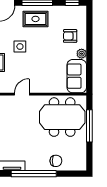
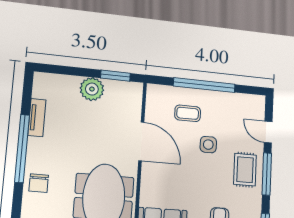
door: (22, 94) -> (141, 141), width x1.88

